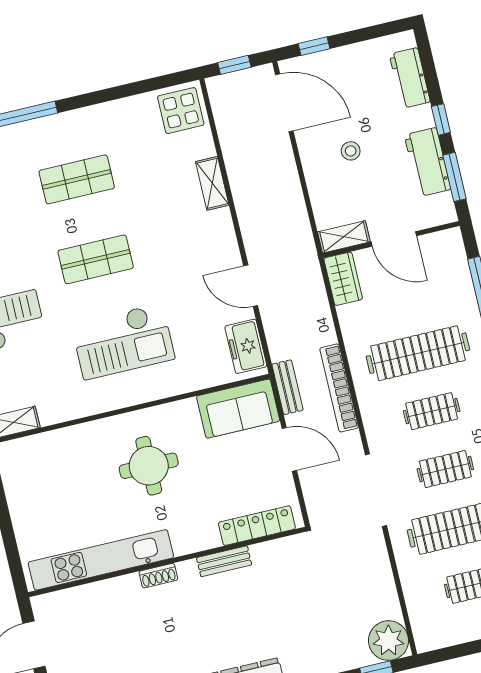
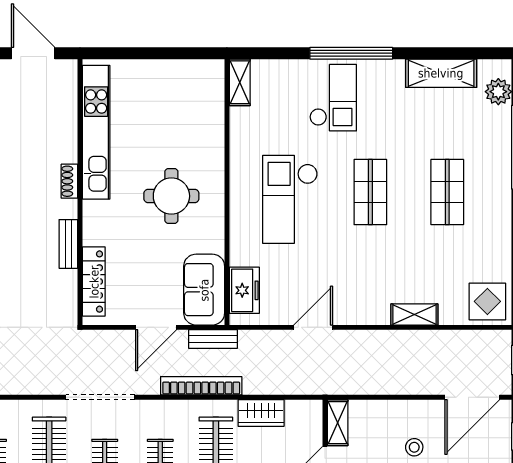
wardrobe: (343, 279) -> (261, 413), moved
freezer: (246, 346) -> (244, 290), moved, turned 90

